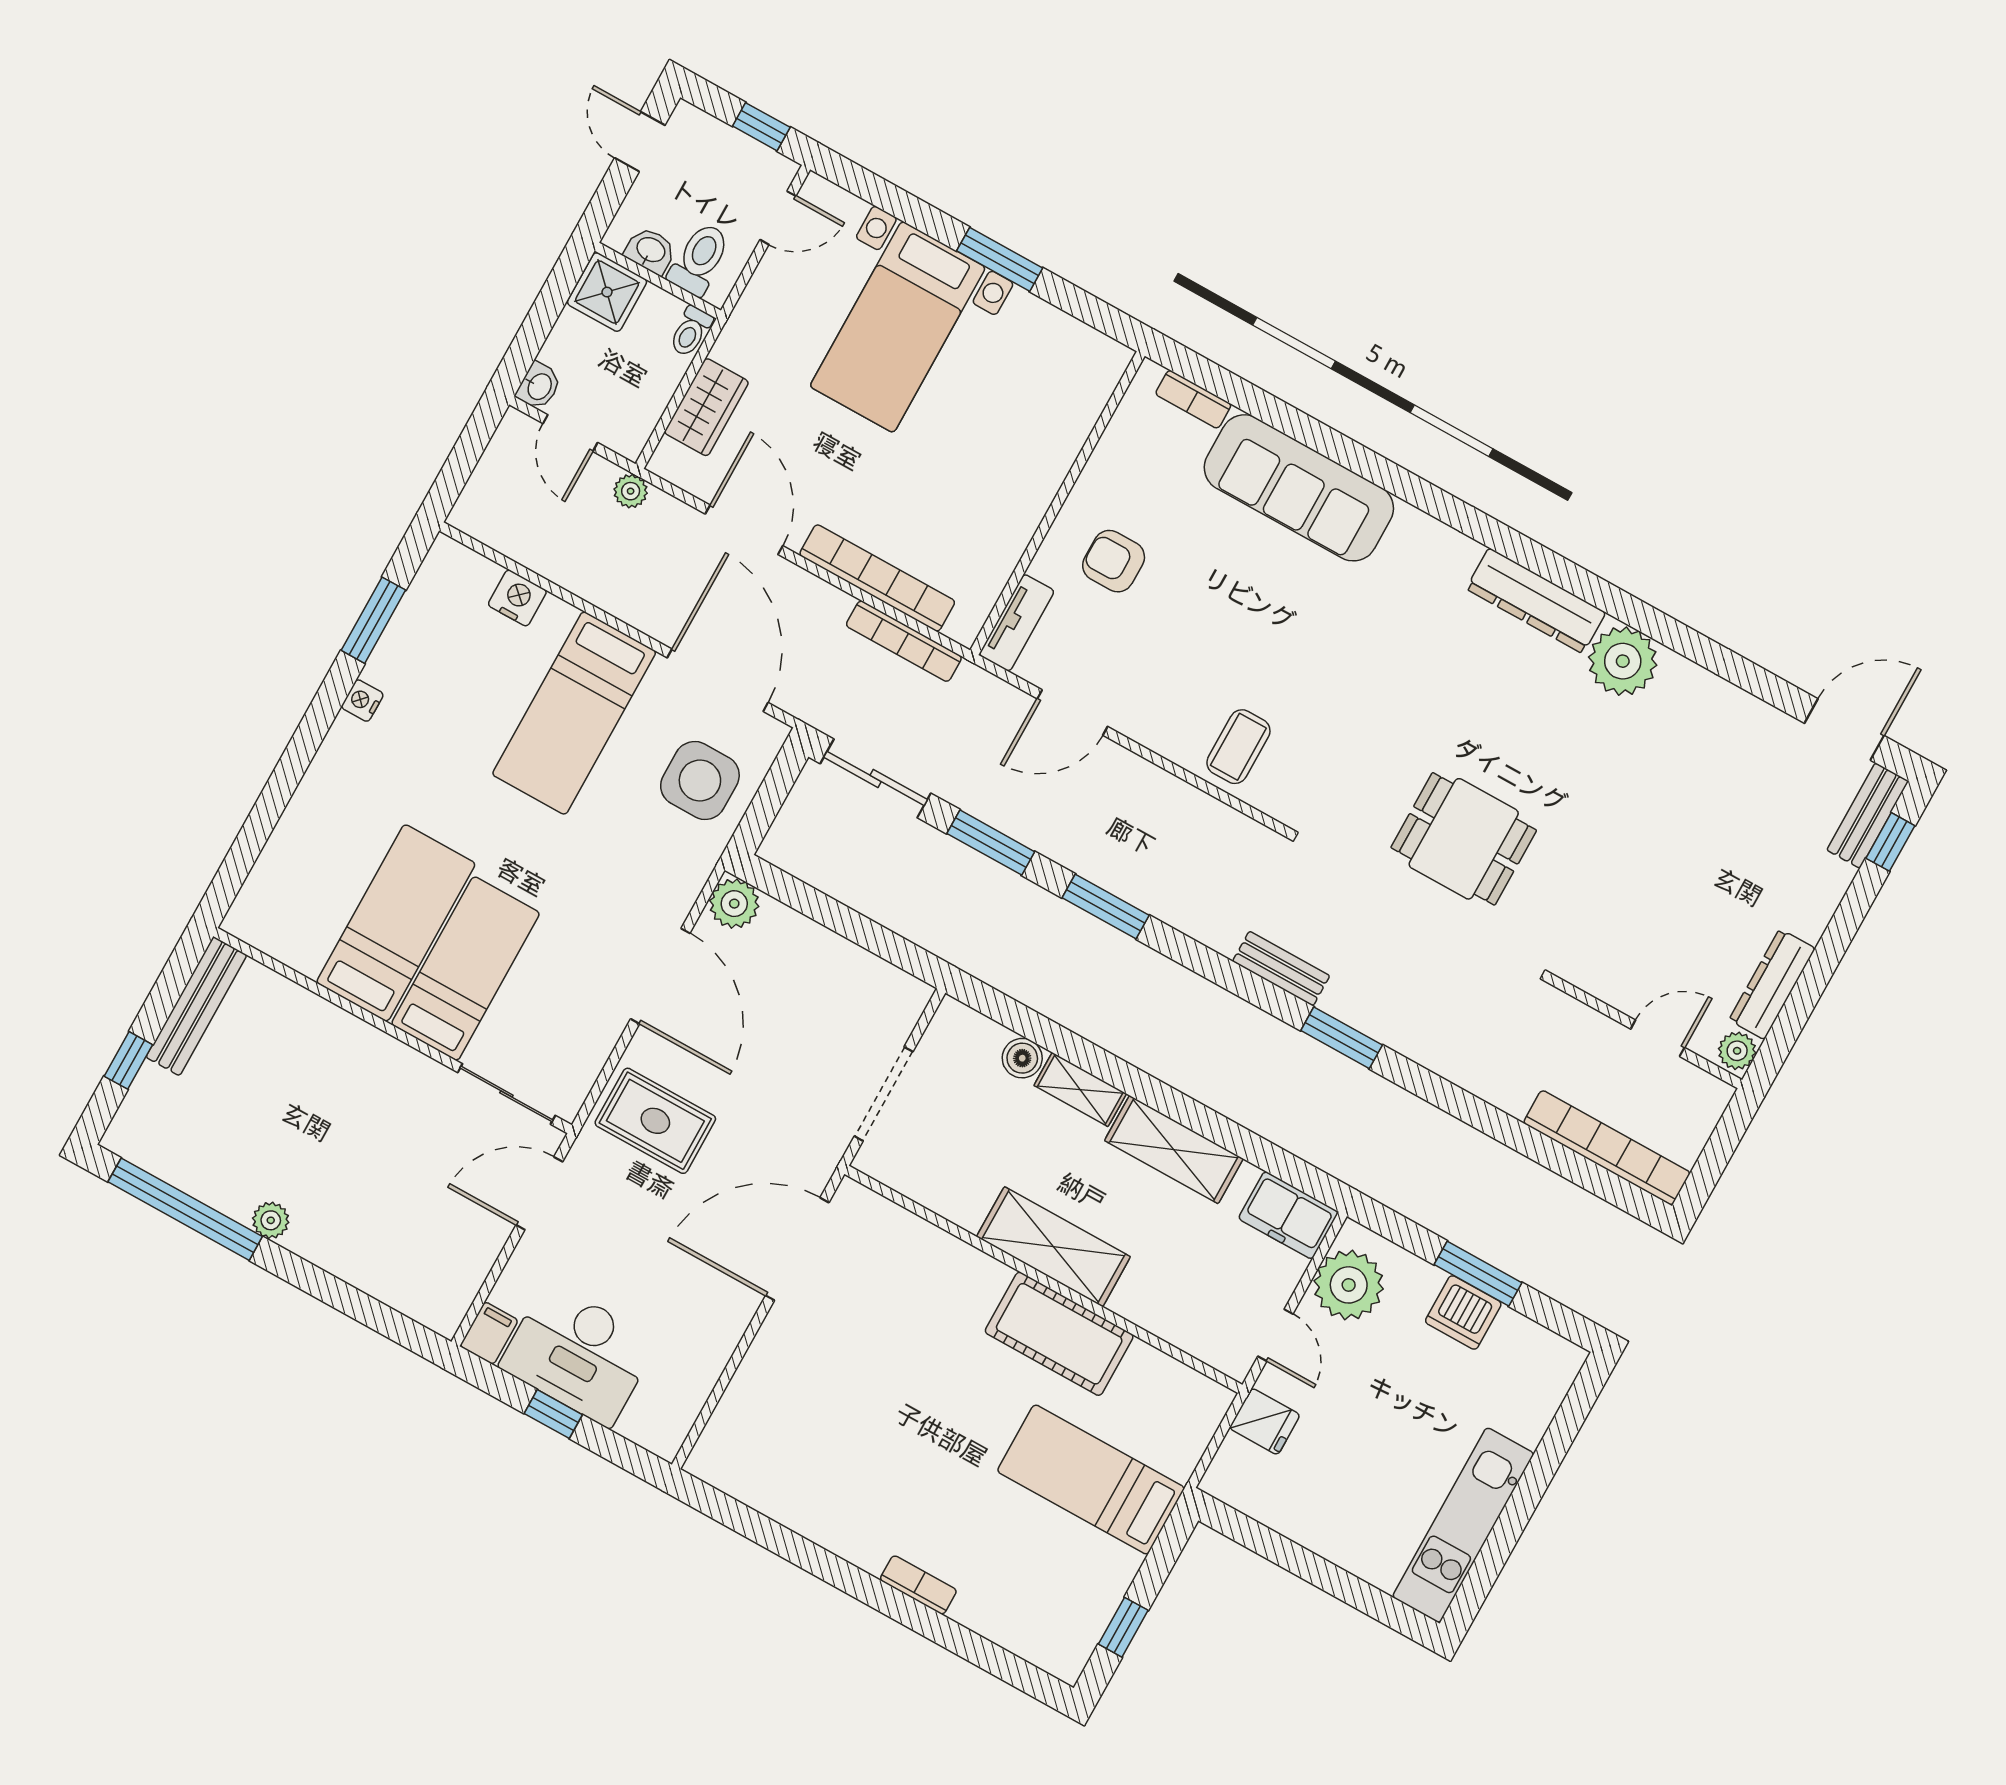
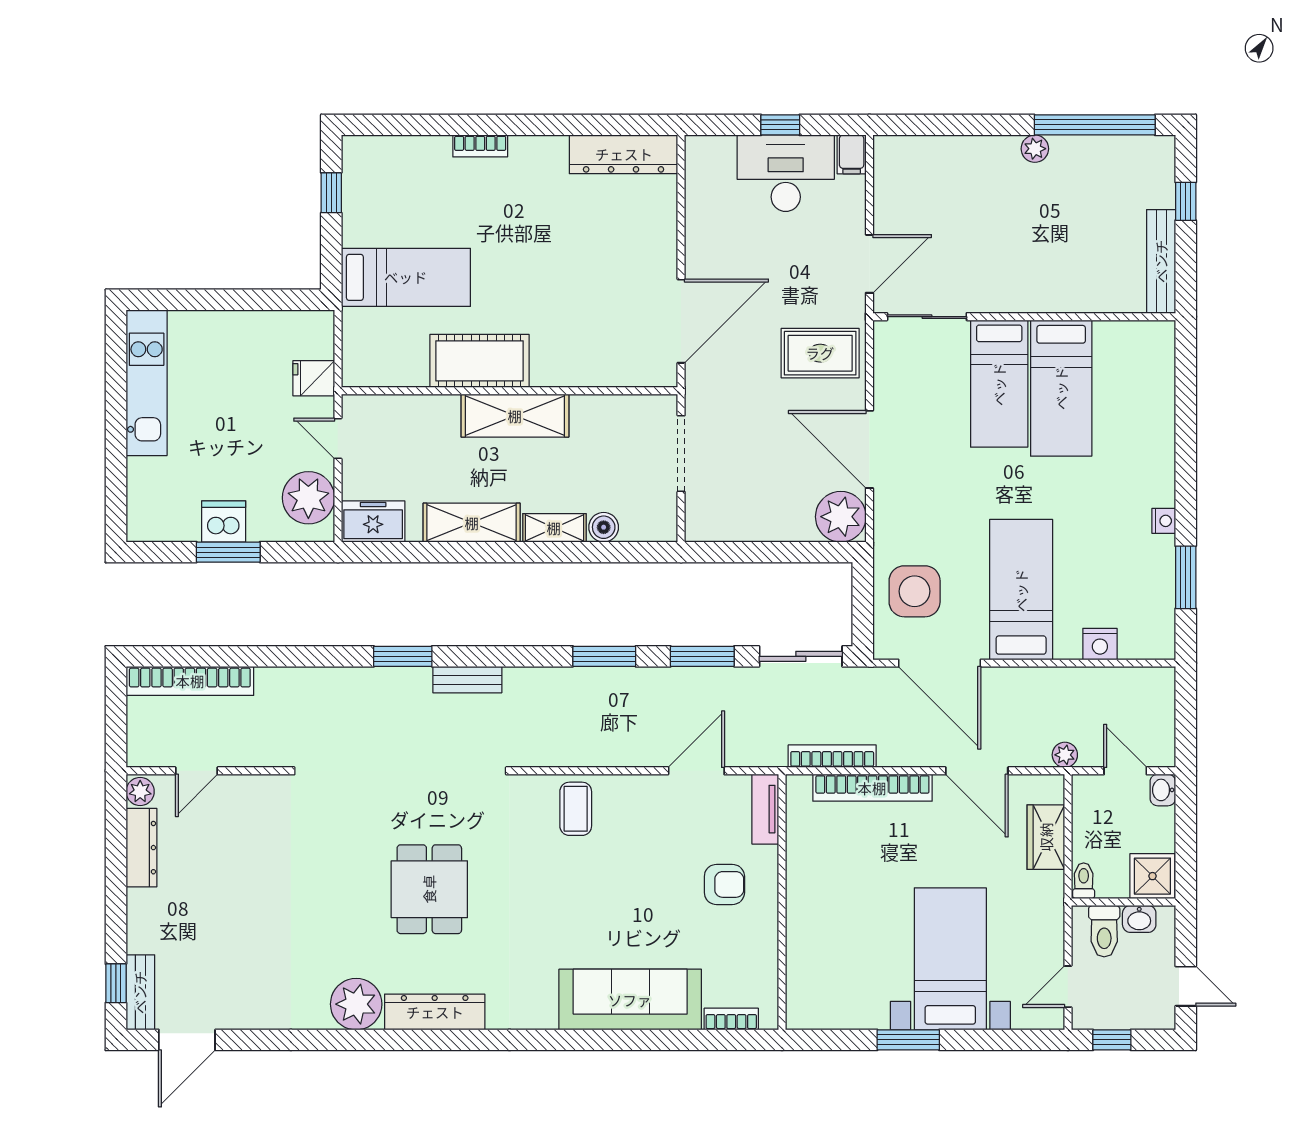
dining table: (1464, 839) -> (429, 889), moved, turned 90
plant: (734, 904) -> (841, 517), width x1.36, depth x1.36
dresser: (756, 1482) -> (624, 154), added

